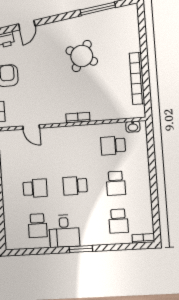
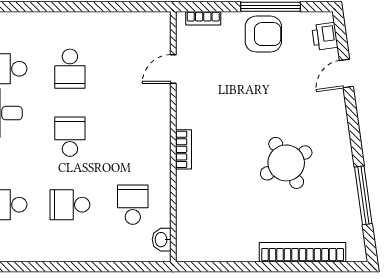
door: (27, 25) -> (346, 74), hinge flipped
round table: (82, 56) -> (286, 163), turned 32
bookcase: (137, 78) -> (303, 252), moved

